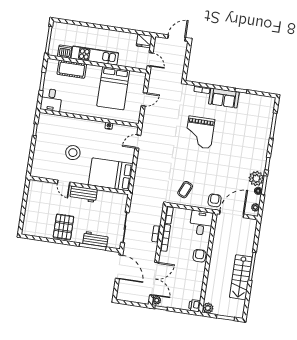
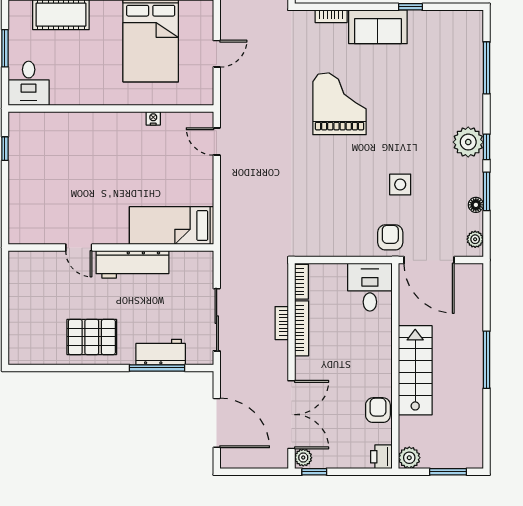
grand piano: (200, 132) -> (340, 104), turned 180
door: (138, 142) -> (217, 142), hinge flipped
stool: (73, 153) -> (88, 183), removed
bed: (111, 174) -> (172, 226), width x0.67
side table: (223, 176) -> (400, 185), added
plant: (256, 179) -> (468, 142), moved
coffee table: (185, 190) -> (327, 224), removed
workbench: (83, 194) -> (132, 264), width x1.38
door: (232, 214) -> (429, 260), swing flipped
pallet: (63, 227) -> (92, 337), turned 90
armchair: (199, 256) -> (378, 410), moved
door: (119, 267) -> (217, 423), moved
stairs: (241, 277) -> (415, 370), moved, turned 180

